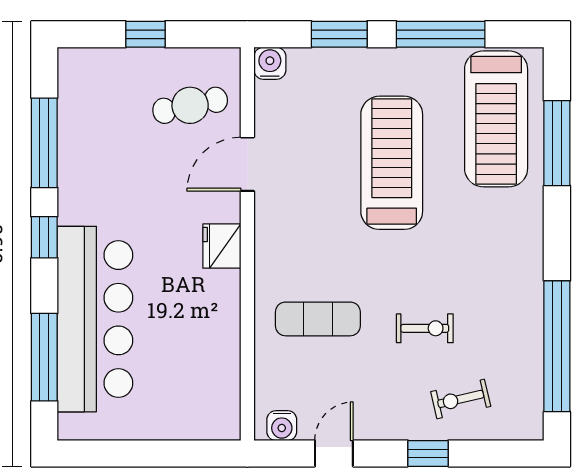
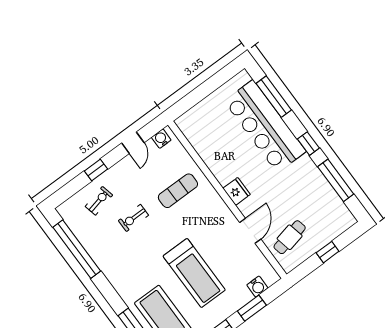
water cooler: (270, 63) -> (257, 287), moved

